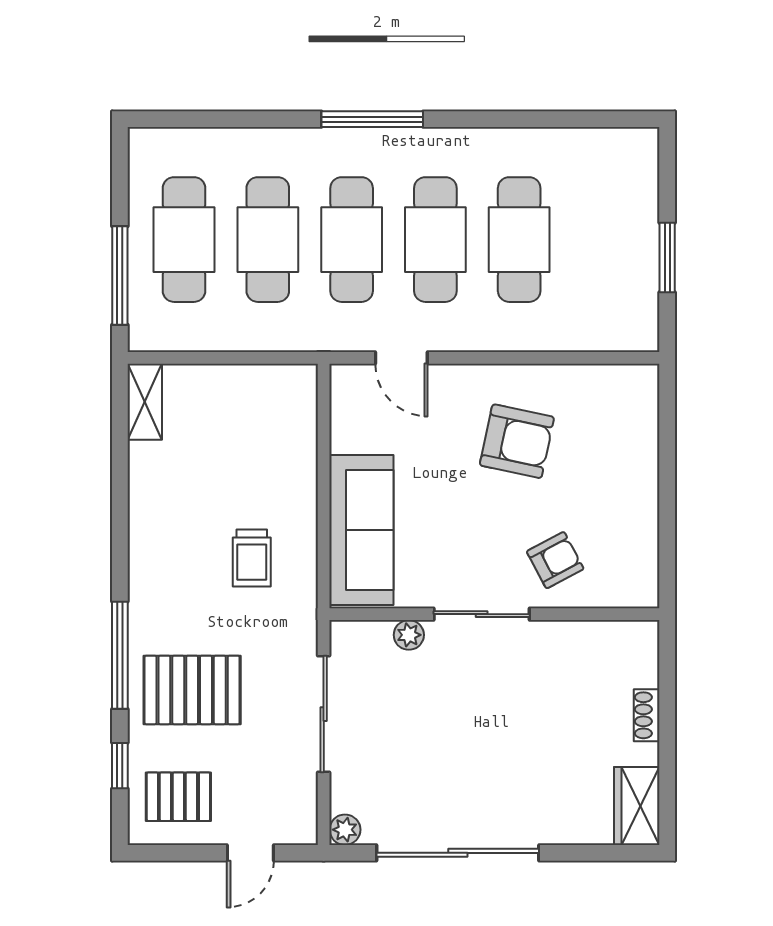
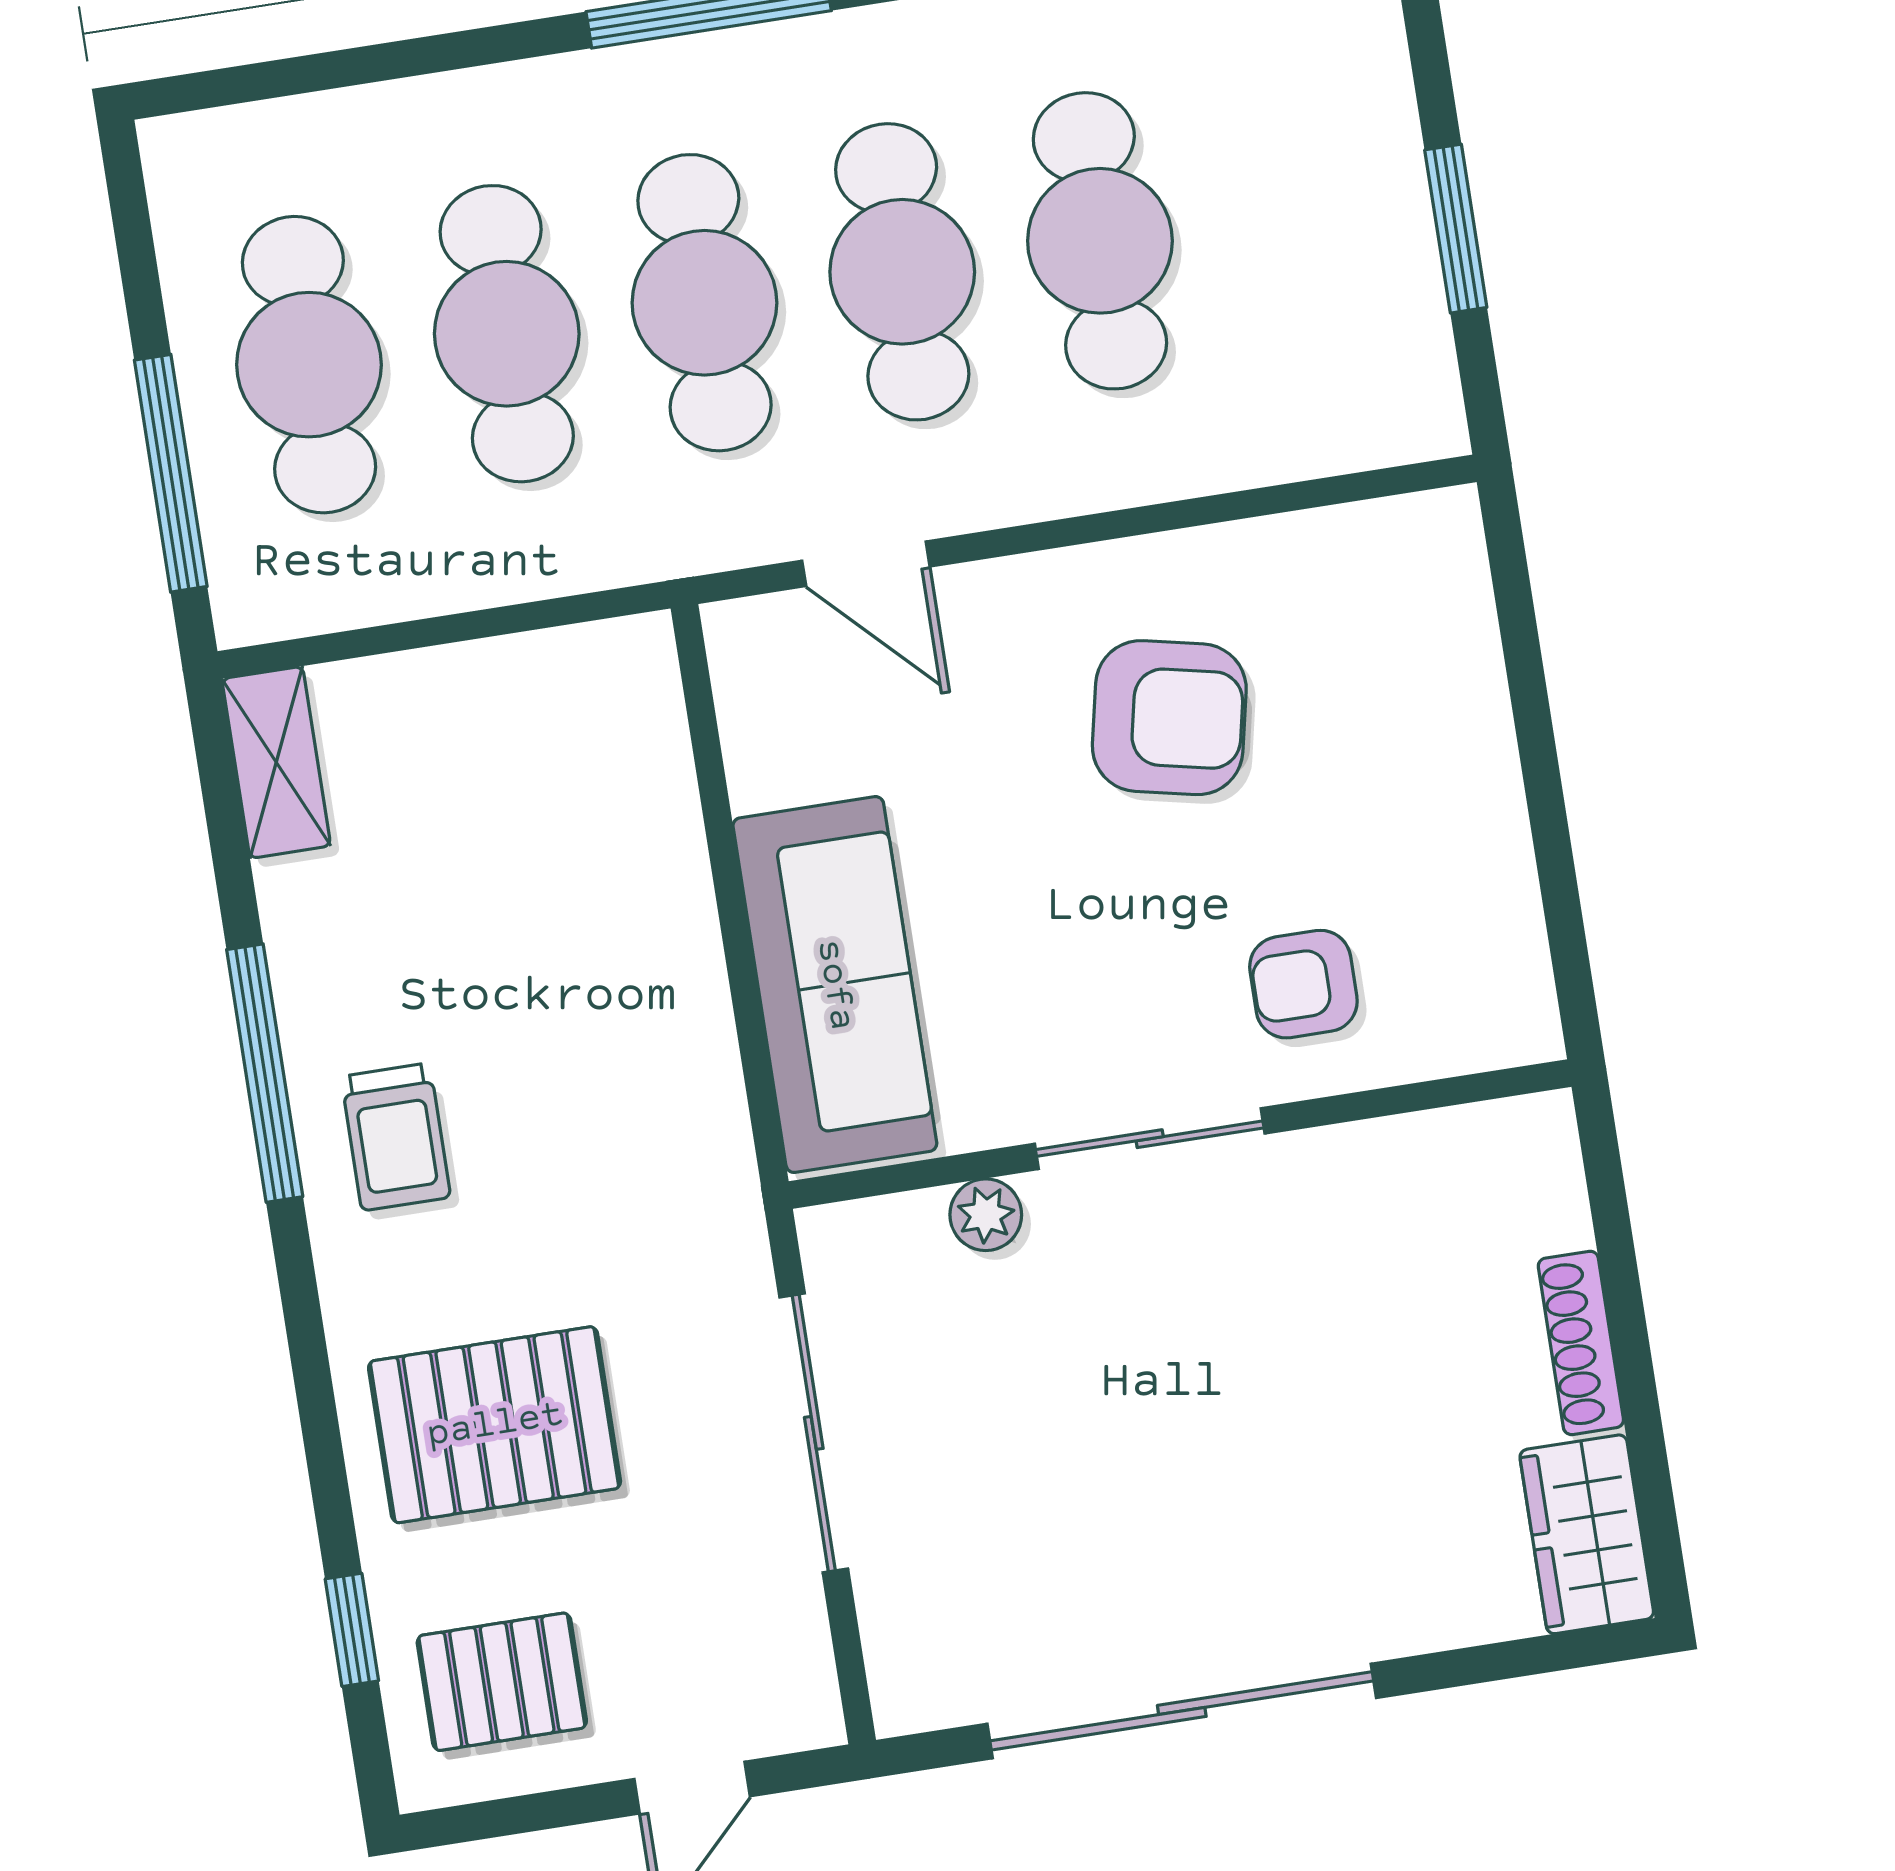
trolley: (252, 558) -> (396, 1137), moved
armchair: (555, 560) -> (1303, 984), turned -152
window: (120, 655) -> (265, 1073), moved
shoe rack: (647, 715) -> (1581, 1343), width x1.43
plant: (345, 830) -> (907, 1698), removed

